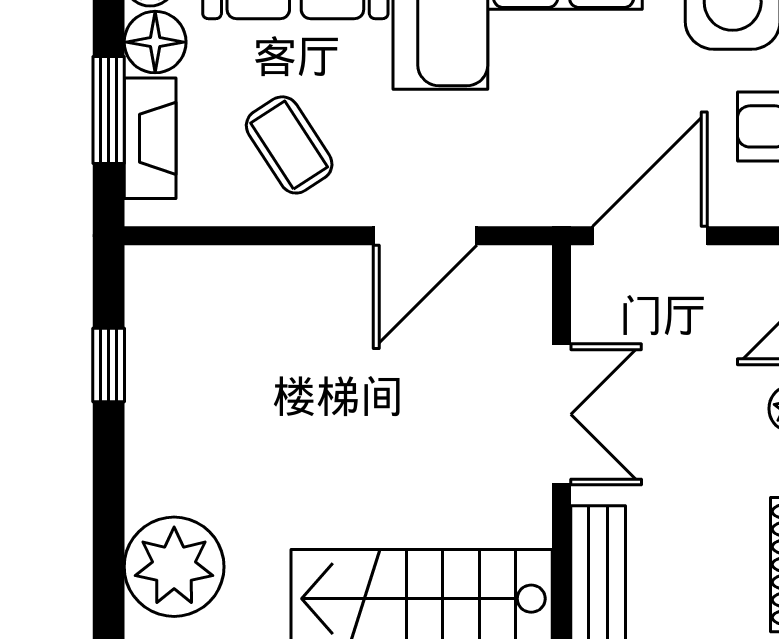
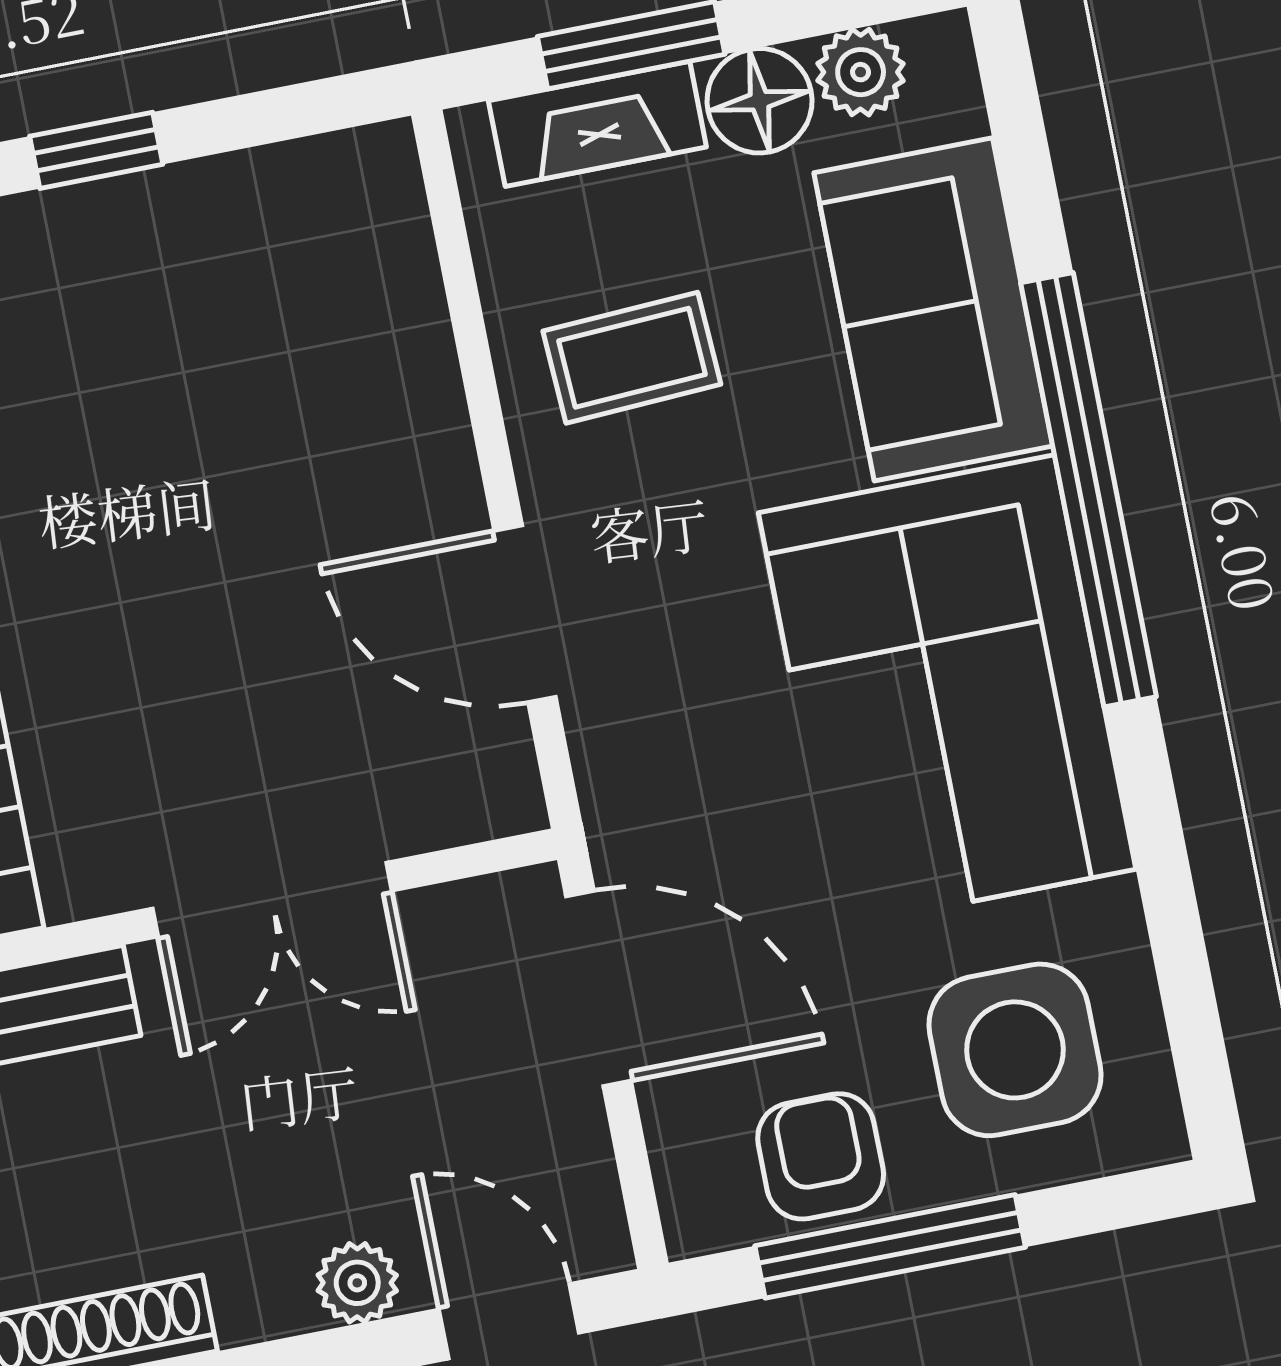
coffee table: (289, 145) -> (632, 358), turned 30
window: (109, 365) -> (96, 150), moved

